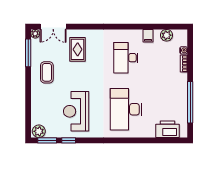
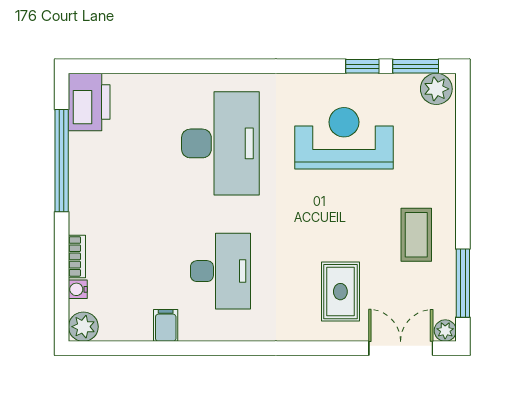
plant: (167, 35) -> (83, 327), moved
reception desk: (76, 111) -> (344, 138), turned -90
printer: (167, 129) -> (89, 102), moved, turned -90

